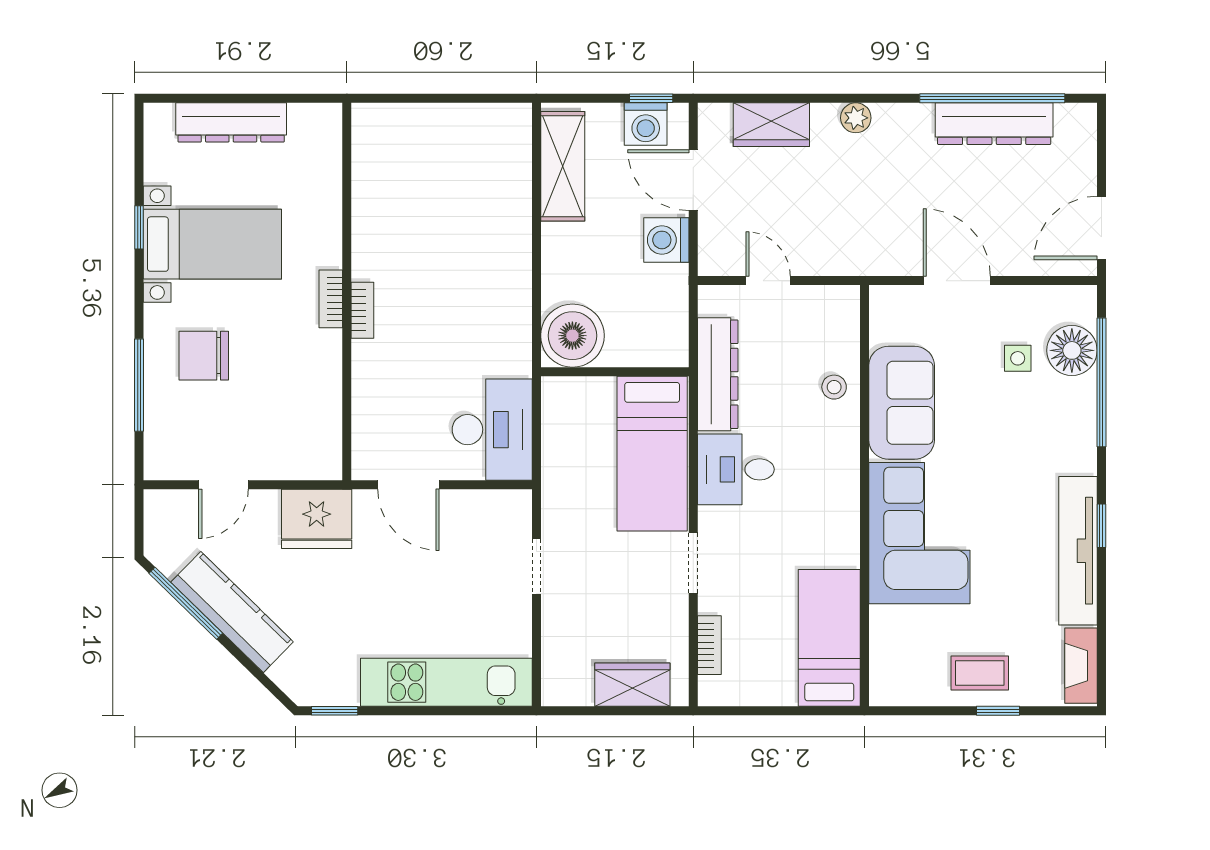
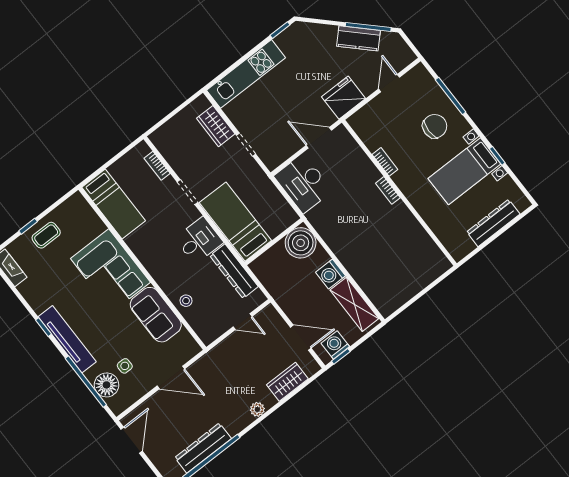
washing machine: (666, 240) -> (330, 274), moved, turned 180
bookcase: (331, 299) -> (385, 162), moved
tv unit: (1078, 551) -> (67, 339), moved
kitchen counter: (232, 612) -> (358, 38), width x0.67
wardrobe: (632, 685) -> (216, 126), moved, turned 90

